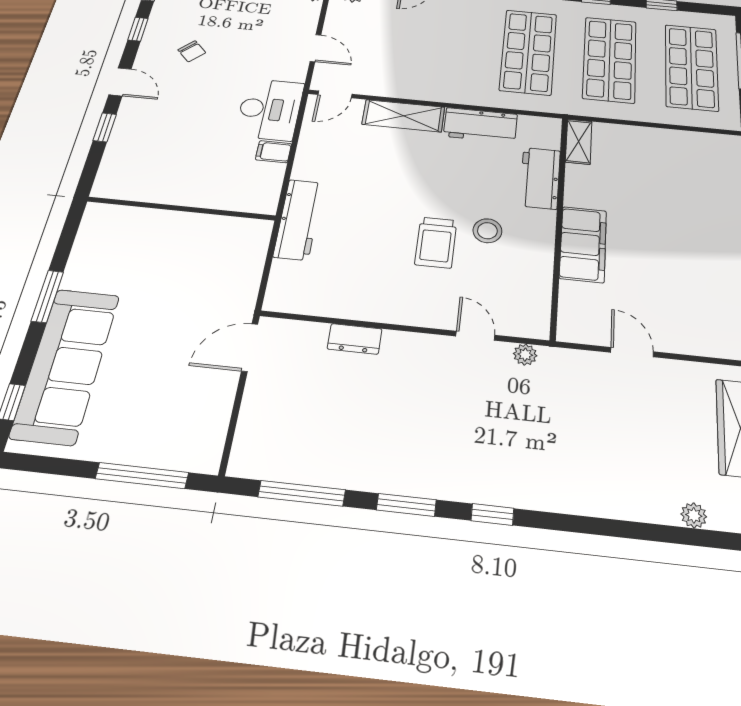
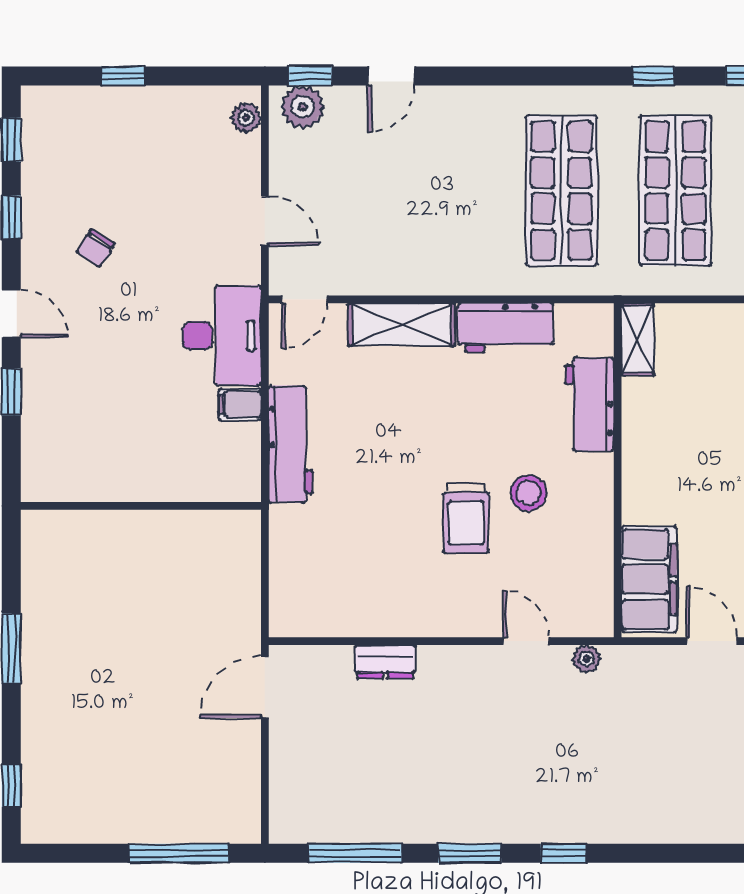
chair: (192, 51) -> (95, 248), turned 77
workbench: (299, 219) -> (291, 444), moved
filing cabinet: (583, 244) -> (649, 579), moved
sofa: (66, 365) -> (59, 733), removed

